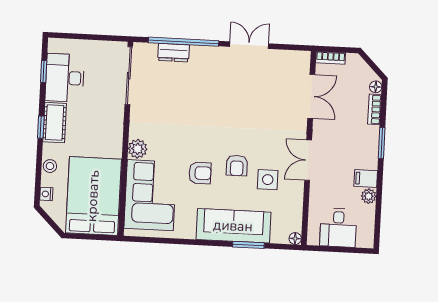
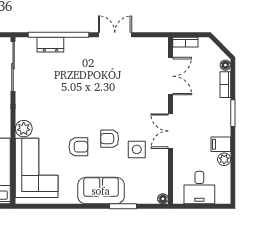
armchair: (237, 165) -> (110, 139), turned 90
sofa: (233, 226) -> (101, 191), width x0.73

